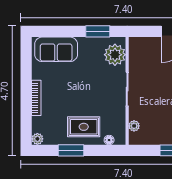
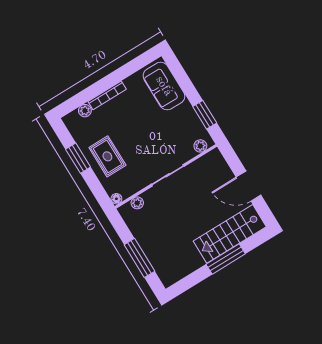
plant: (115, 55) -> (200, 146), width x0.53, depth x0.53
plant: (37, 139) -> (85, 111), moved
floor lamp: (109, 140) -> (116, 199), moved

